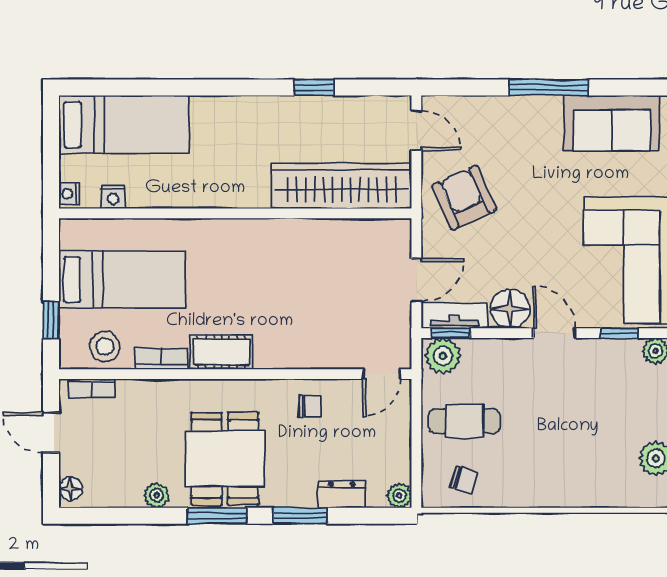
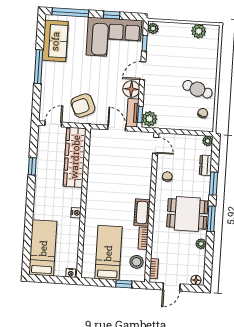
nightstand: (113, 197) -> (76, 213), moved
cafe table: (464, 421) -> (197, 89), moved, turned -72

